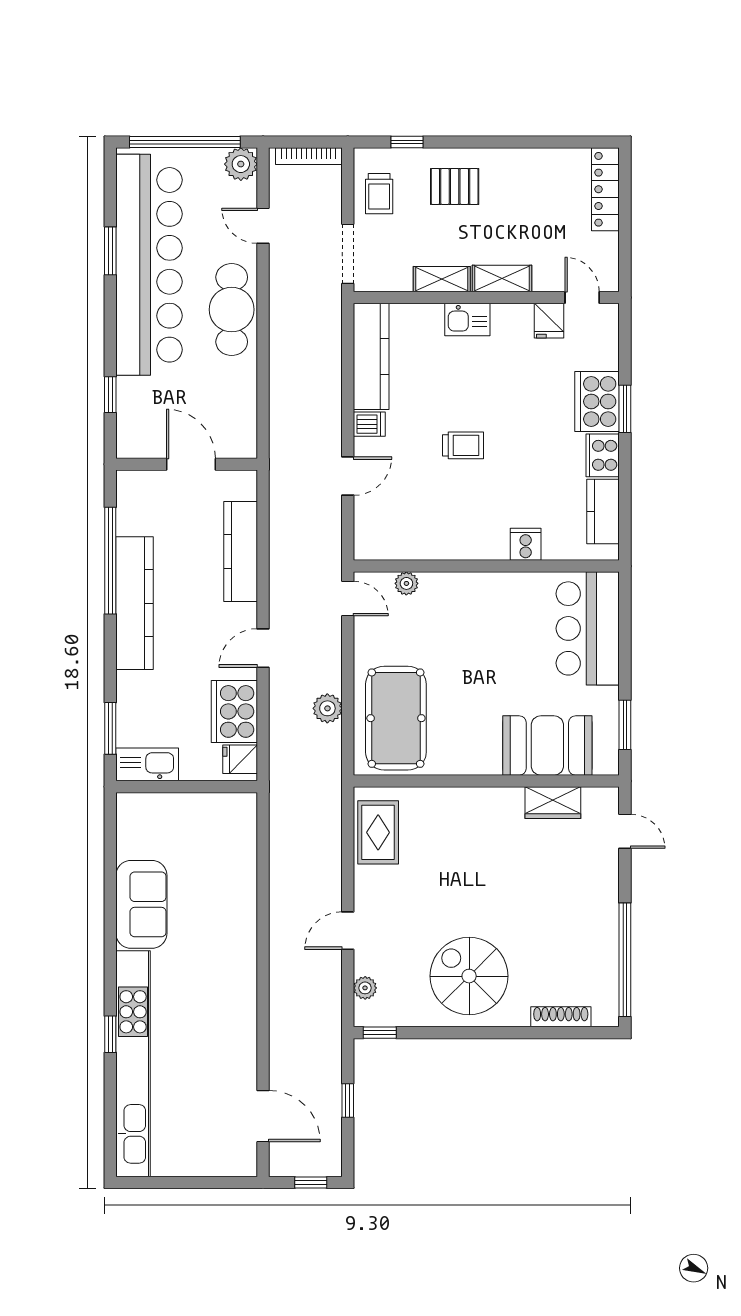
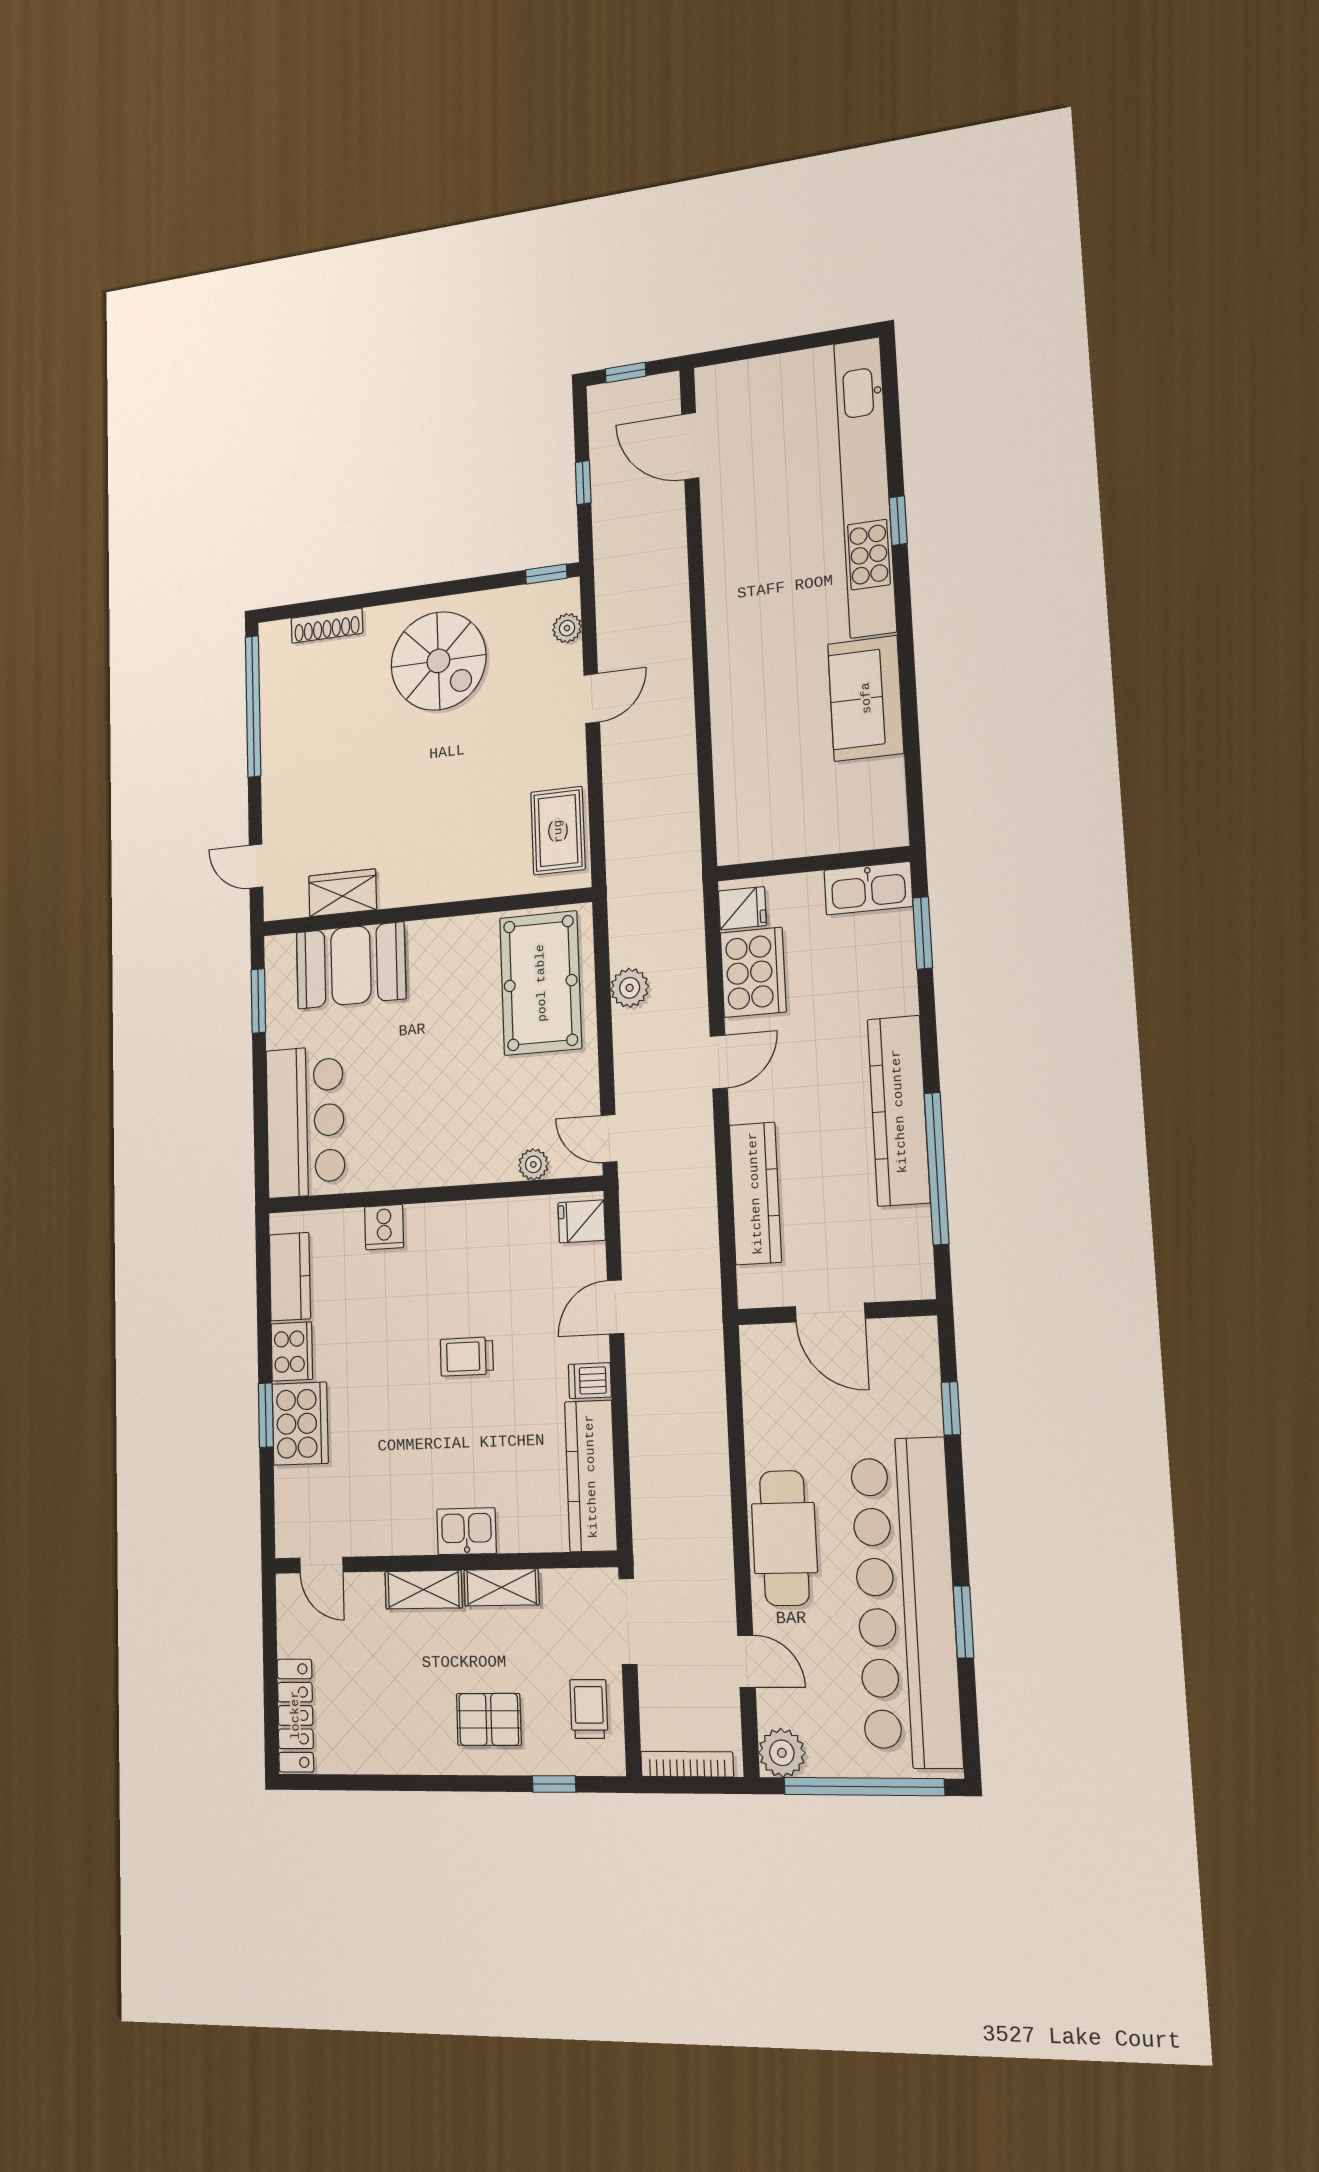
fridge: (549, 321) -> (582, 1221), moved, turned -90

